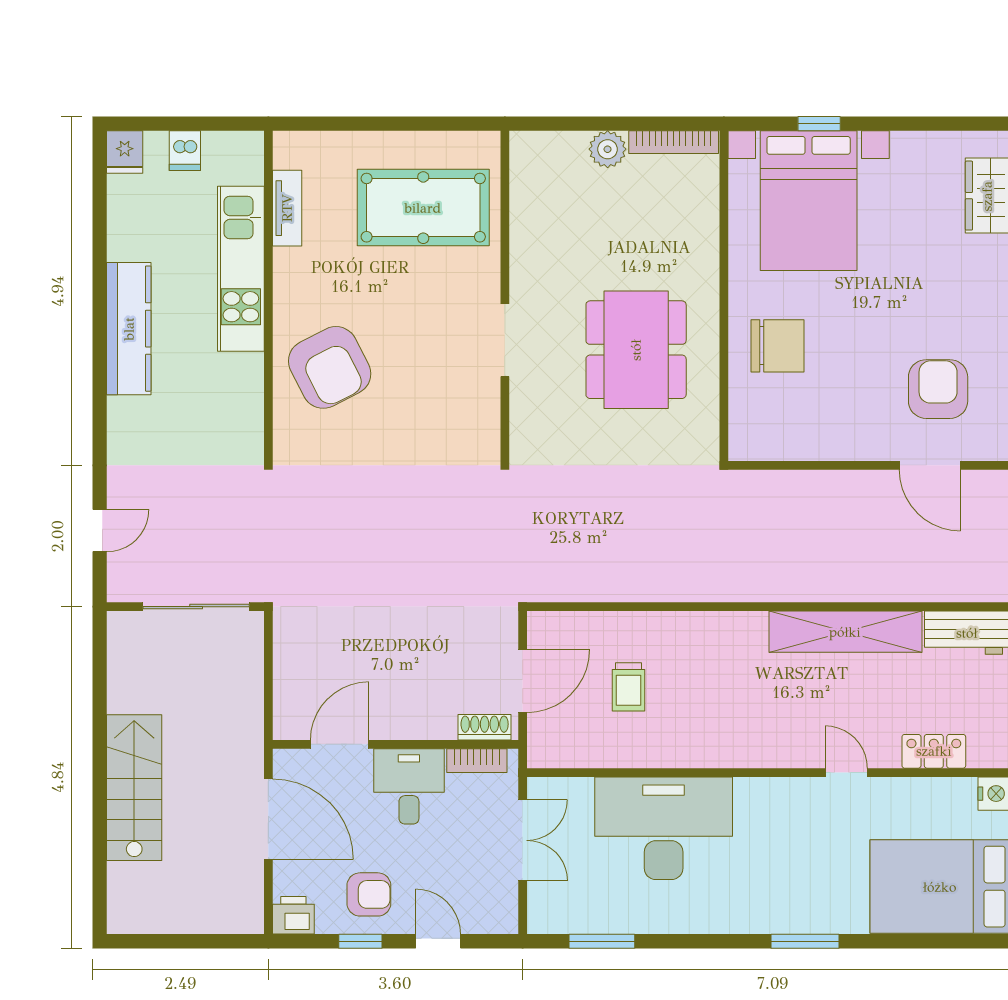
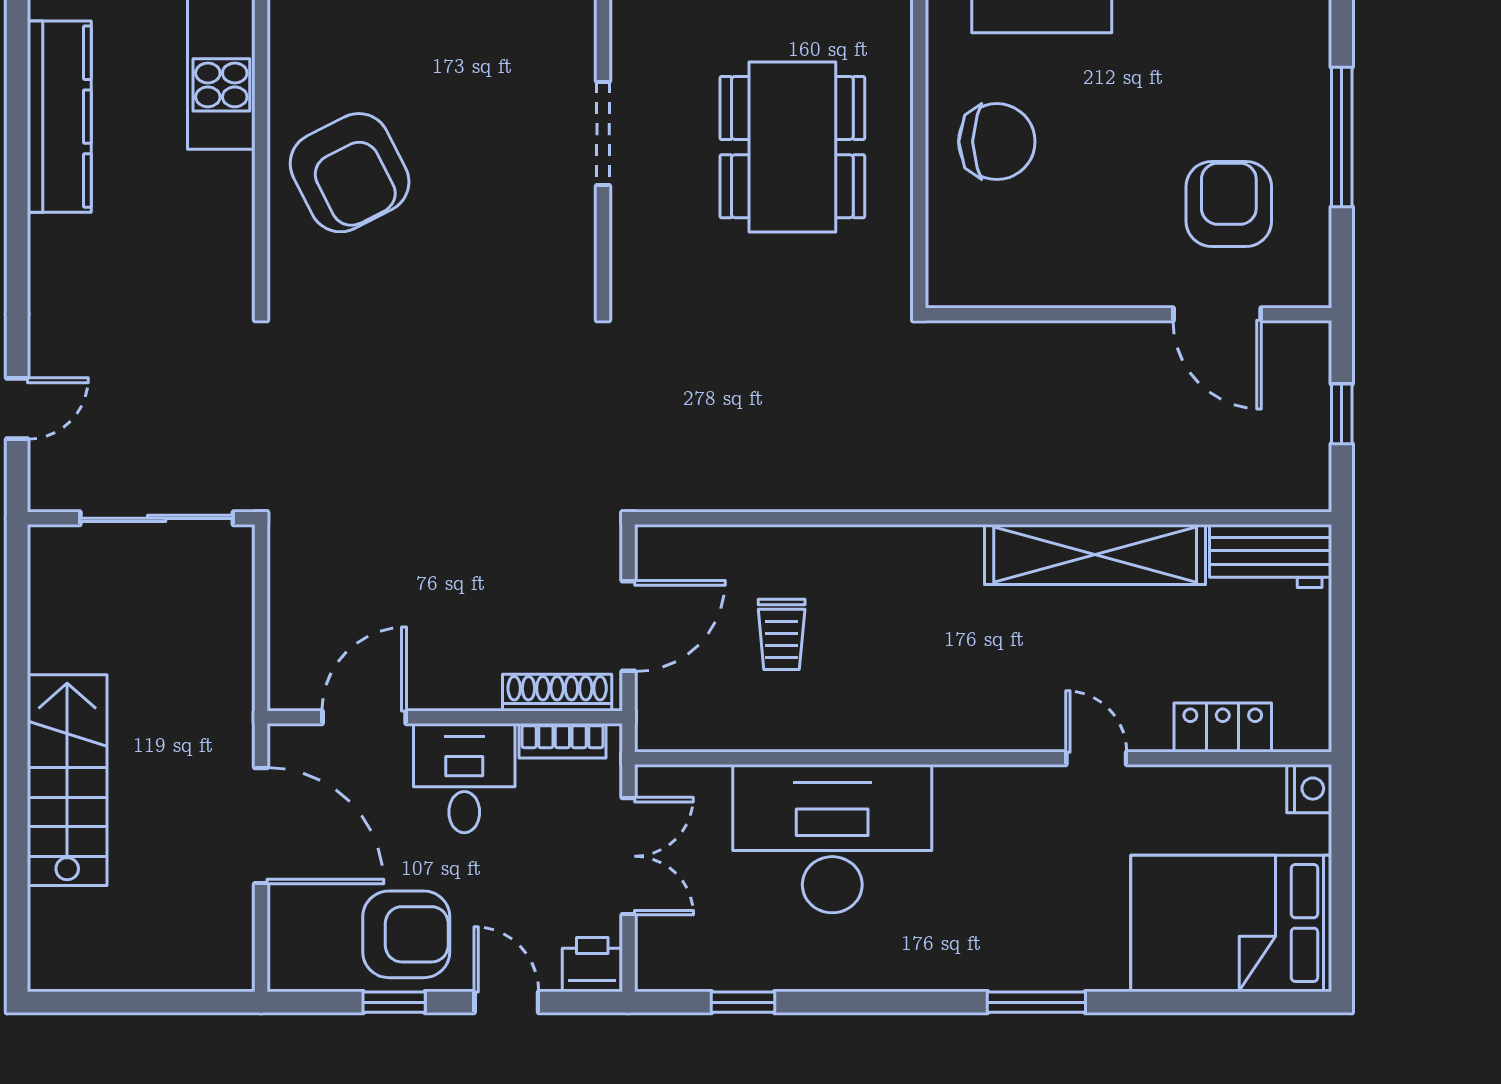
shoe rack: (485, 727) -> (557, 693), width x1.43
armchair: (369, 894) -> (406, 934), width x1.38, depth x1.38
printer: (293, 915) -> (592, 965), moved
window: (602, 941) -> (743, 1002), width x0.67

